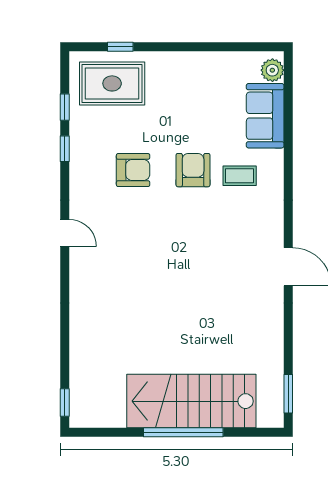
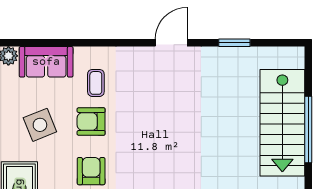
side table: (189, 108) -> (40, 125), added
window: (288, 394) -> (234, 43), moved

